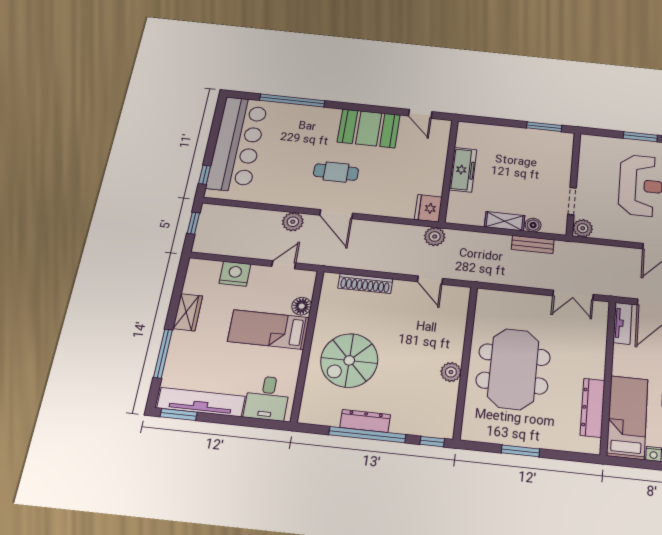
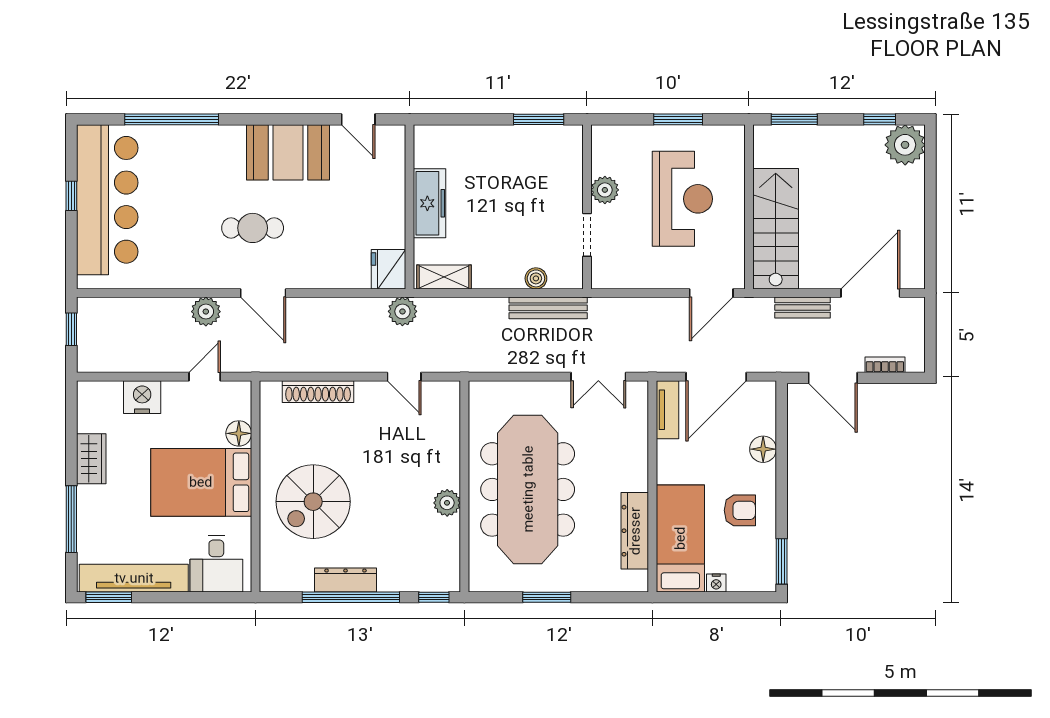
window: (205, 175) -> (71, 196), moved
shelving: (505, 221) -> (444, 277), moved
plant: (583, 228) -> (605, 190), moved
bench: (533, 244) -> (548, 308), width x1.36
bed: (269, 330) -> (201, 482), width x1.50
meeting table: (513, 369) -> (528, 489), width x1.36

